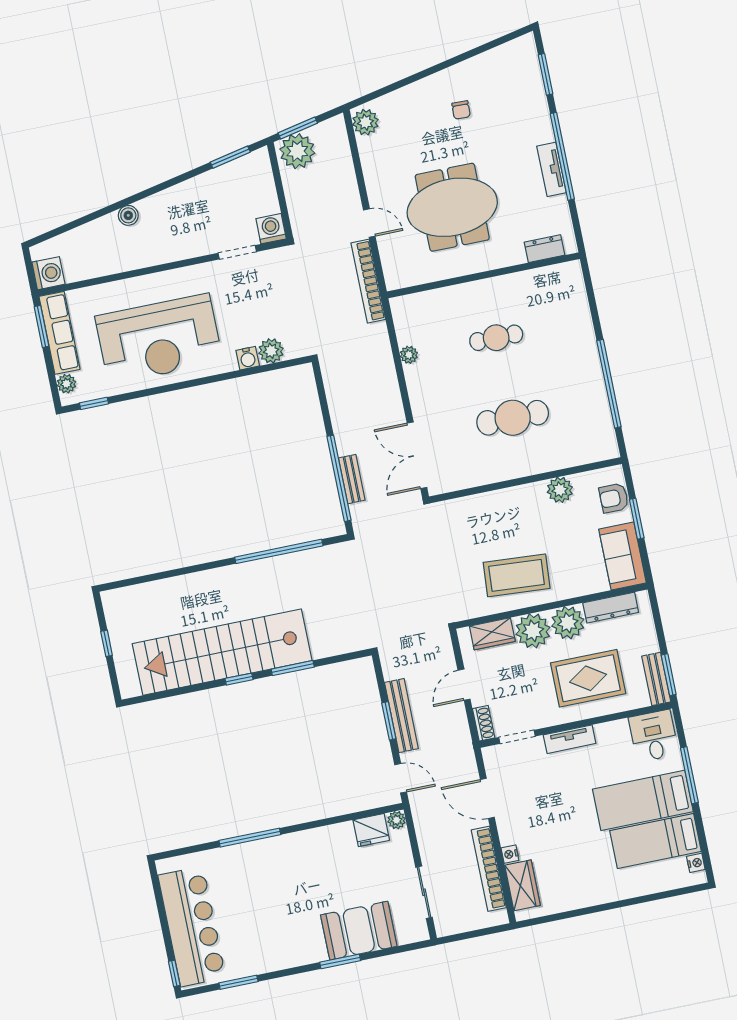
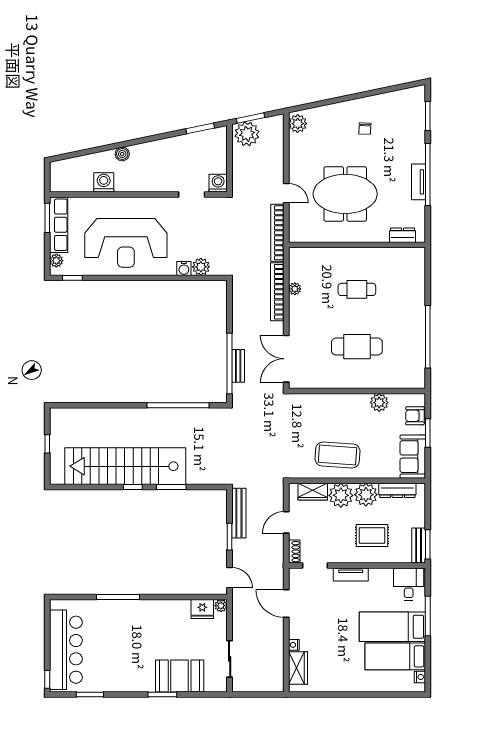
washing machine: (48, 273) -> (104, 182), moved, turned -90
rug: (588, 678) -> (372, 535), width x0.73, depth x0.70
bench: (401, 716) -> (239, 513), moved
bookcase: (489, 869) -> (277, 292), moved

